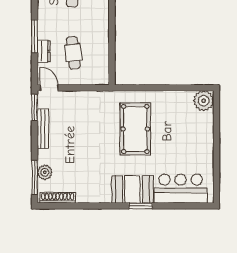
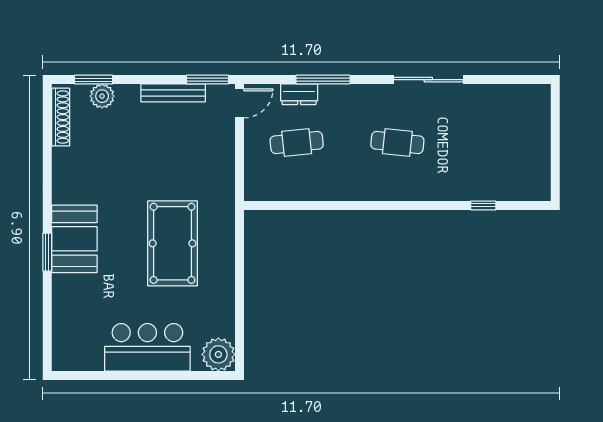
pool table: (135, 129) -> (173, 243), turned 90
window: (35, 177) -> (94, 80), width x0.69
bar counter: (181, 189) -> (147, 347), moved, turned -90

